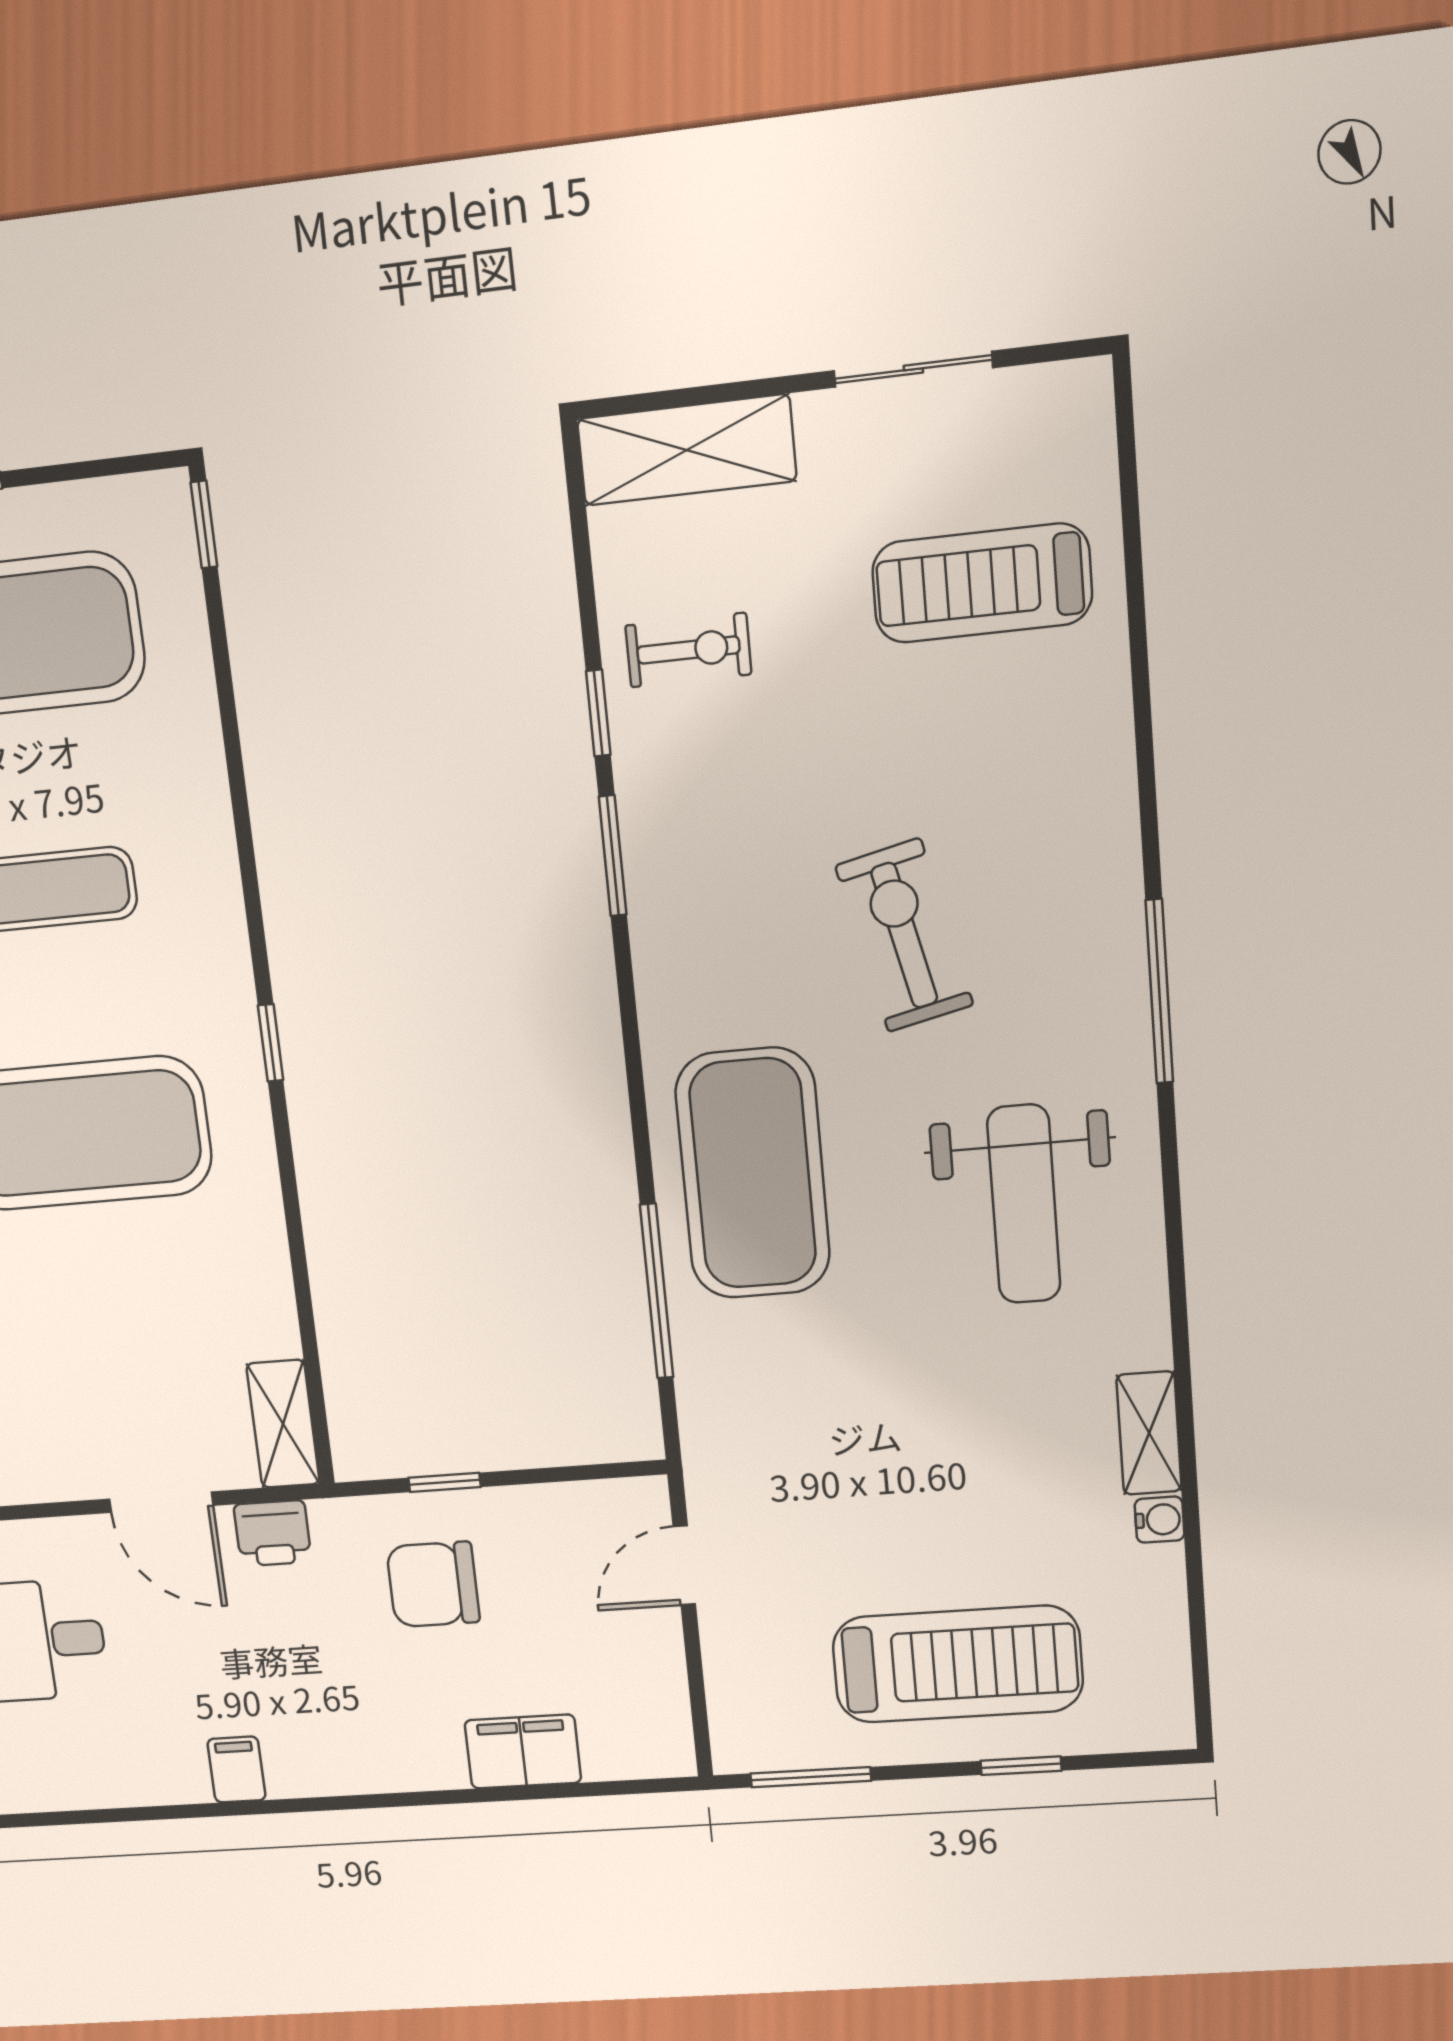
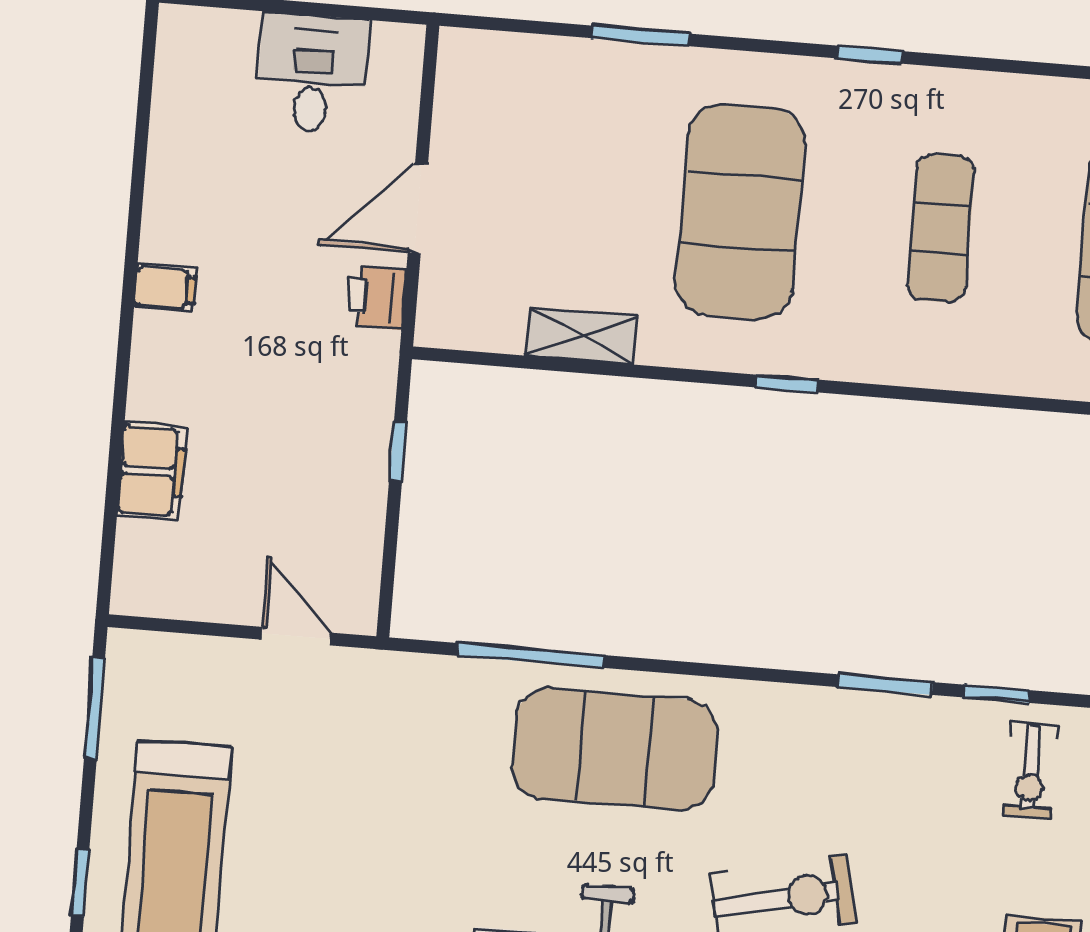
shelving: (283, 1424) -> (581, 336), moved
chair: (433, 1584) -> (311, 424), removed
filing cabinet: (237, 1770) -> (165, 288), moved

